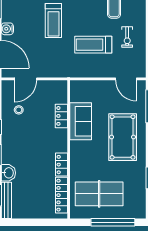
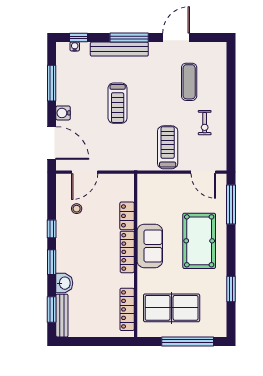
treadmill: (93, 45) -> (168, 147), moved, turned 90
sofa: (81, 121) -> (150, 246), moved
locker: (62, 165) -> (127, 252), moved, width x1.53

